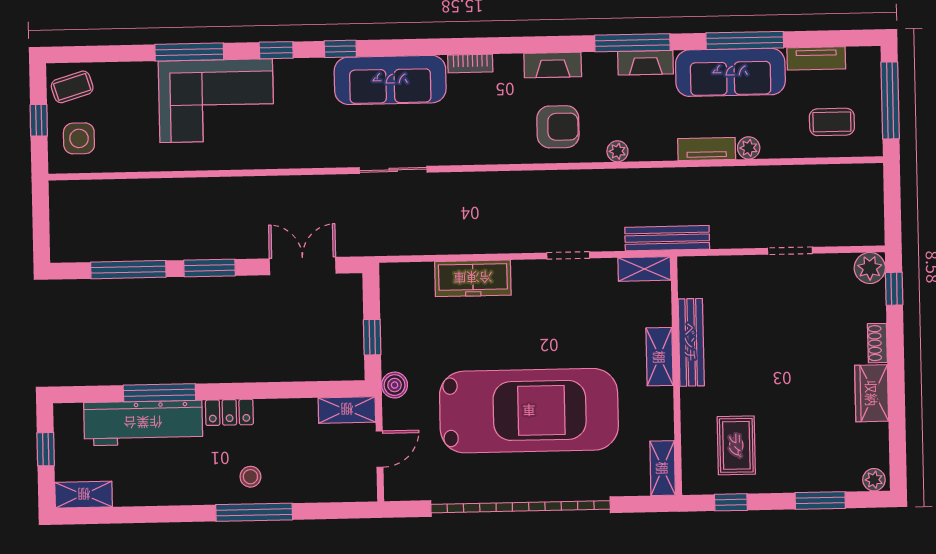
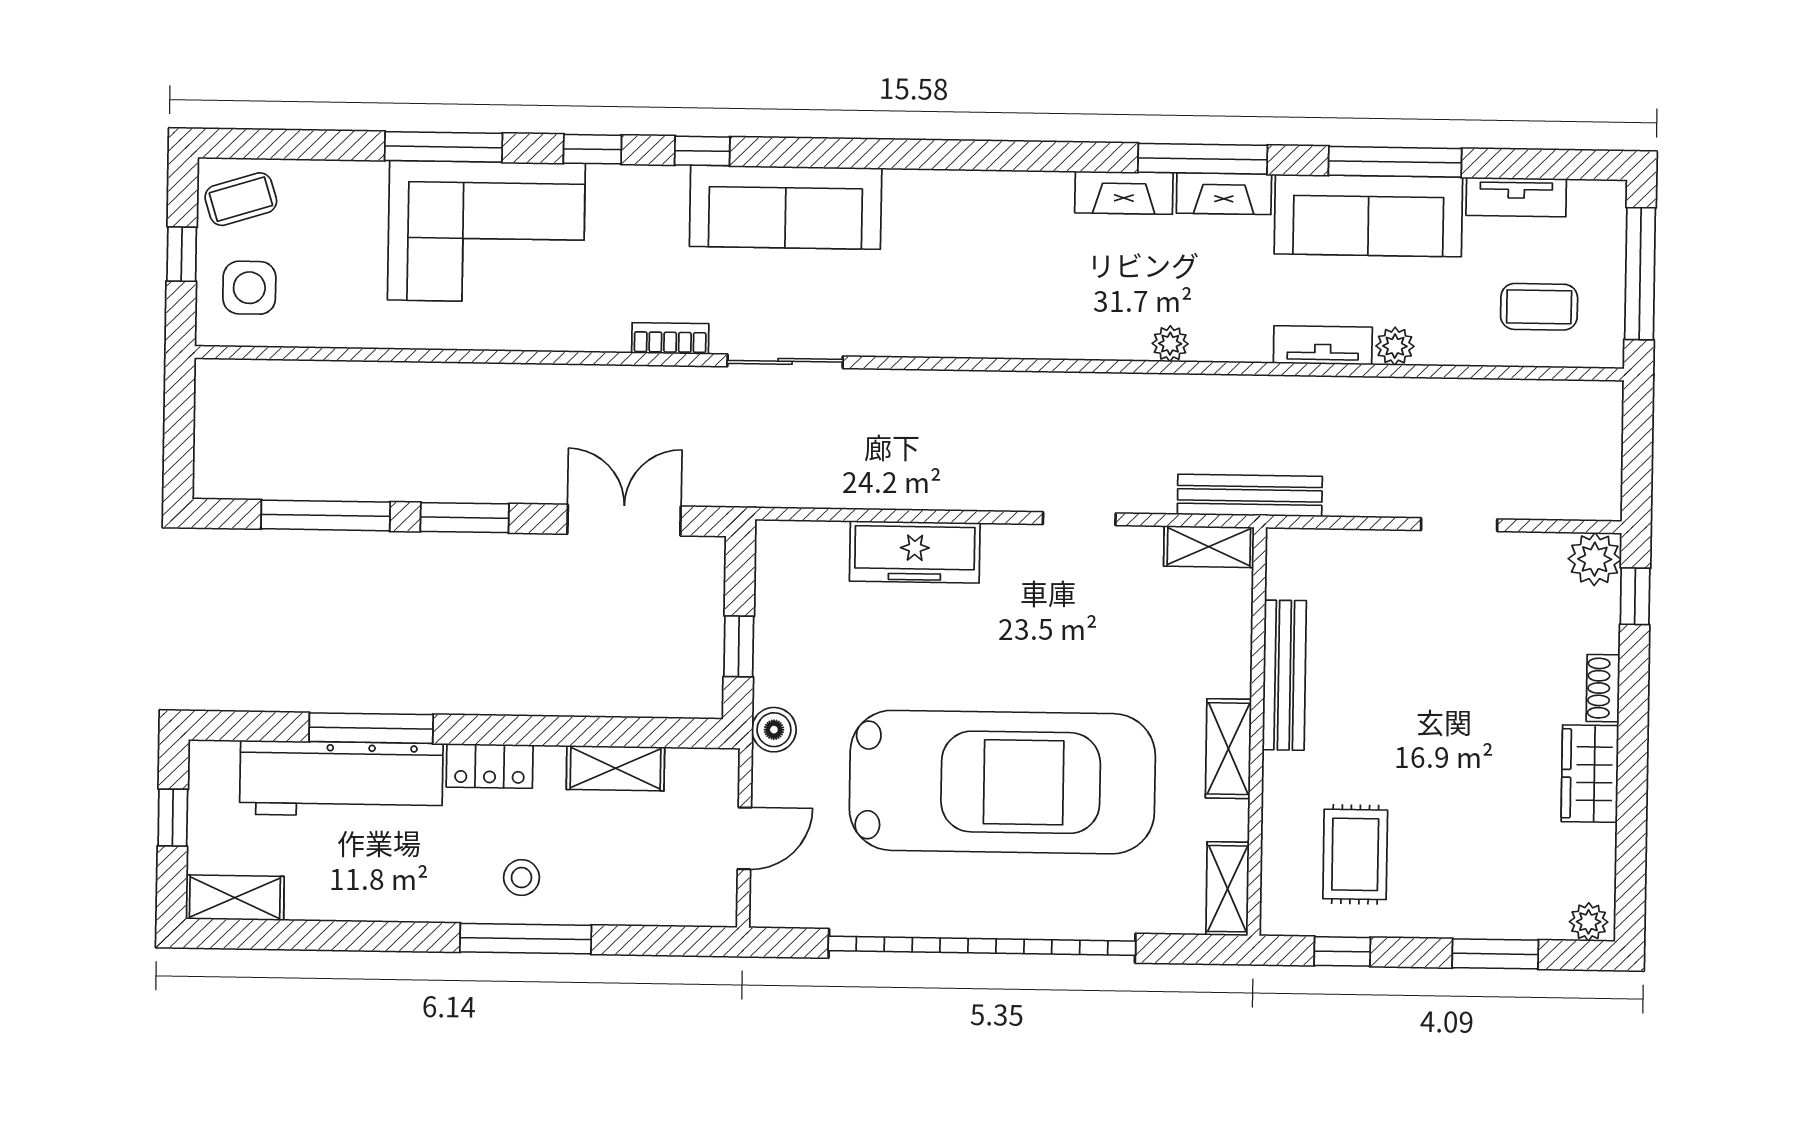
bookcase: (470, 63) -> (670, 338), moved, turned 180
fireplace: (553, 65) -> (1124, 193), moved
armchair: (558, 127) -> (1070, 298), removed
shelving: (660, 357) -> (1228, 749), moved
shelving: (347, 410) -> (615, 768), moved

